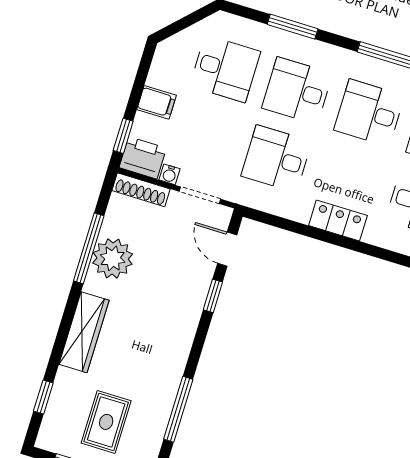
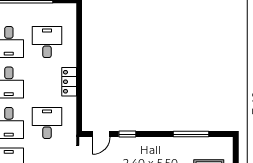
desk: (276, 159) -> (47, 123), turned 180

